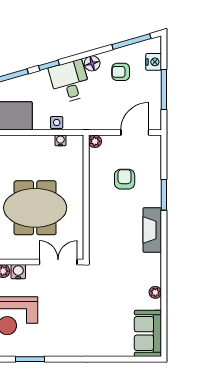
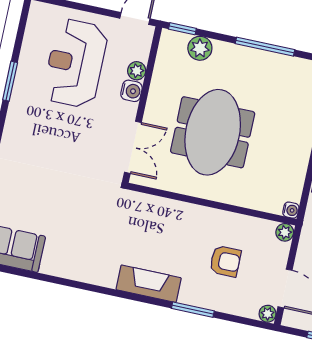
water cooler: (60, 140) -> (291, 210), moved
plant: (155, 292) -> (268, 314), moved

